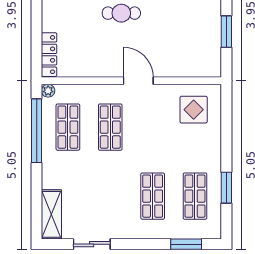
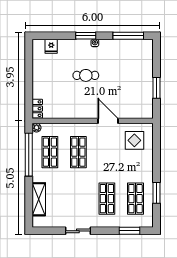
locker: (49, 55) -> (37, 109), width x0.66
door: (138, 81) -> (108, 121), moved
shelving: (51, 214) -> (39, 199), moved
sliding door: (92, 244) -> (78, 231), moved

